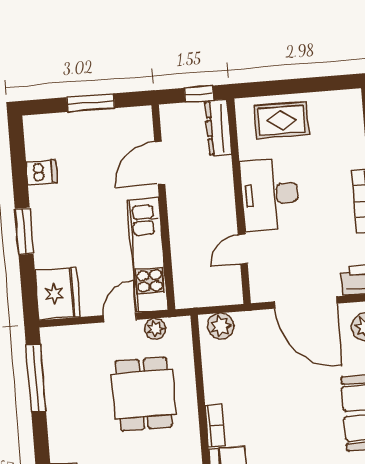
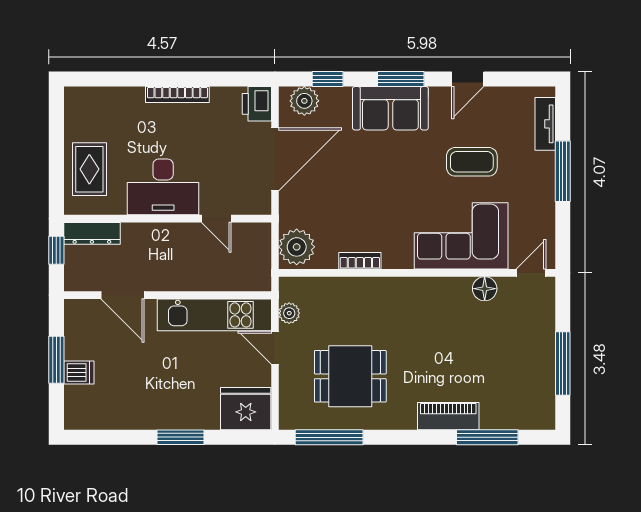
dishwasher: (42, 172) -> (79, 373), moved, turned 90
plant: (221, 326) -> (297, 247), width x1.36, depth x1.36
dining table: (144, 394) -> (350, 376), moved
bookcase: (215, 426) -> (360, 261), moved

